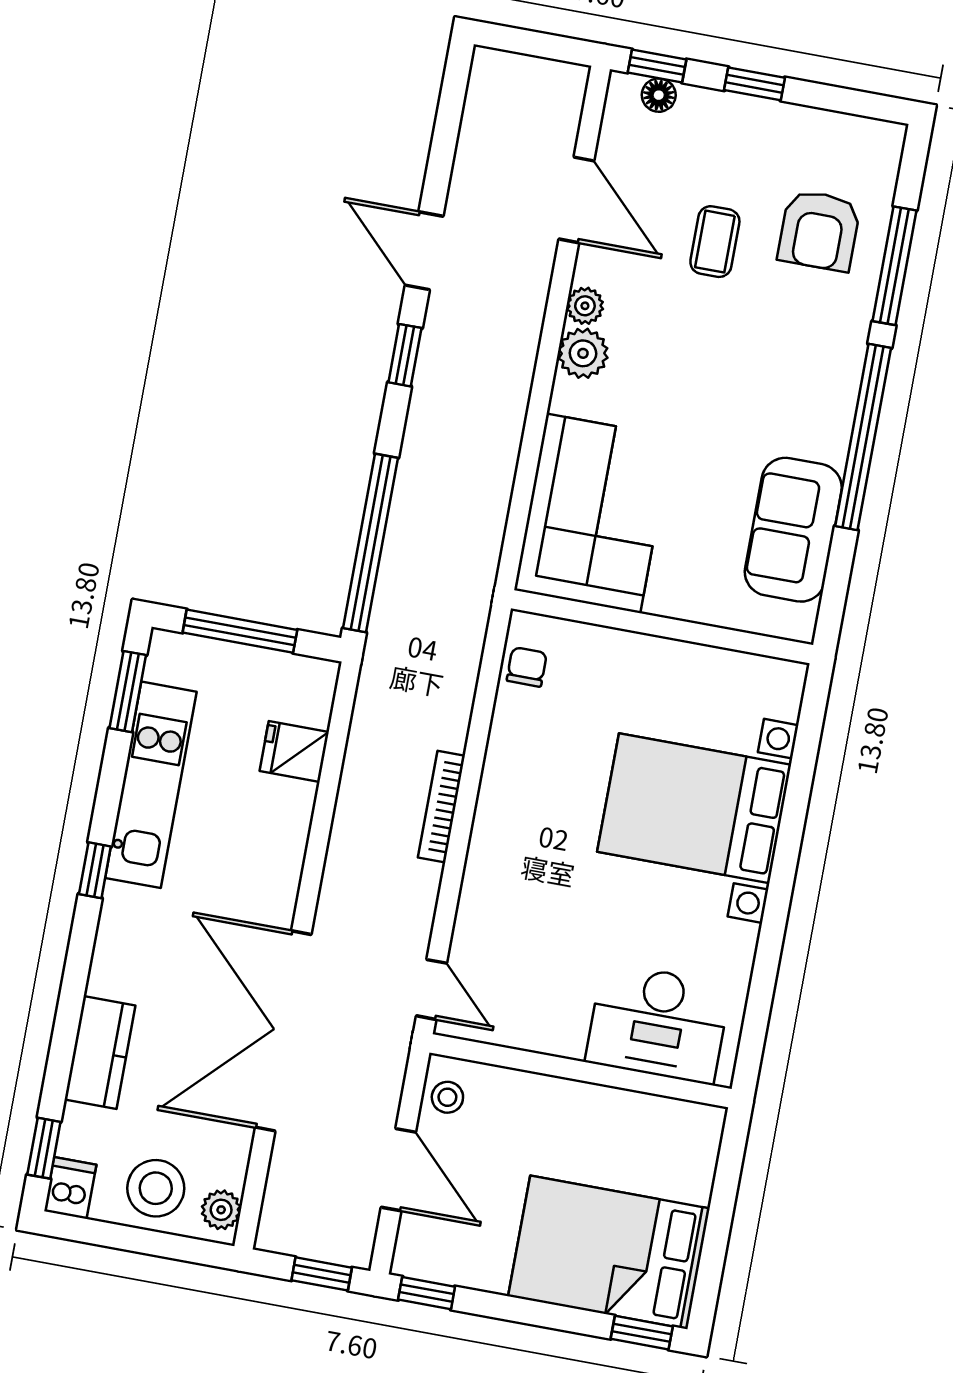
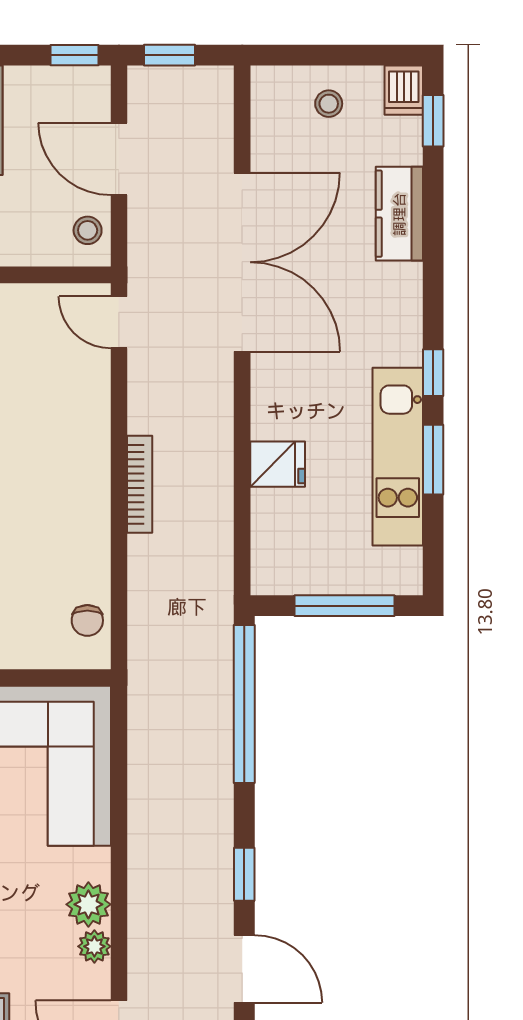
window: (128, 692) -> (433, 460), moved
fridge: (294, 752) -> (278, 464), moved
stool: (156, 1188) -> (329, 104), width x0.53, depth x0.53
plant: (221, 1210) -> (268, 95), removed

